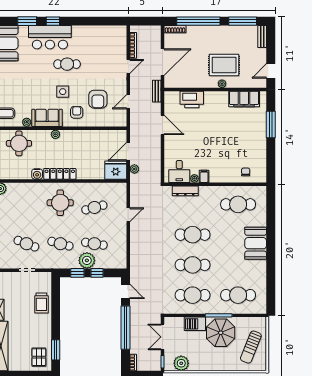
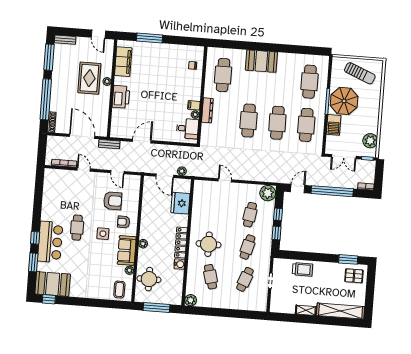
printer: (192, 99) -> (121, 97), moved
fridge: (116, 170) -> (180, 203), moved
dresser: (185, 191) -> (207, 110), moved
cafe table: (94, 207) -> (211, 277), moved
plant: (87, 260) -> (268, 193), moved

